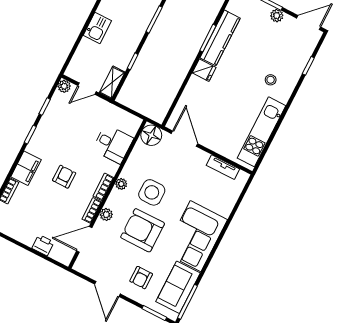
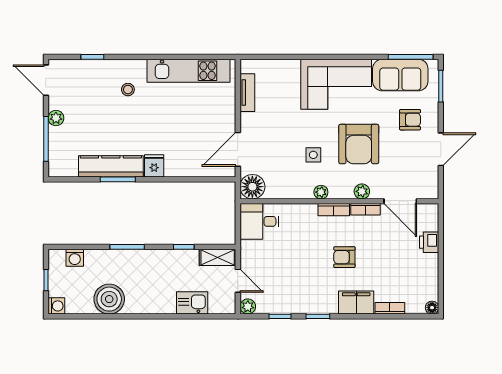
kitchen sink: (97, 28) -> (192, 303), moved
desk: (113, 144) -> (259, 221), moved, turned -90
side table: (152, 192) -> (313, 155), width x0.54, depth x0.54

